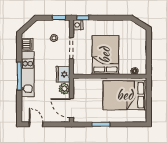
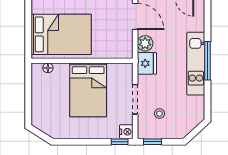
dishwasher: (27, 44) -> (197, 105), removed

